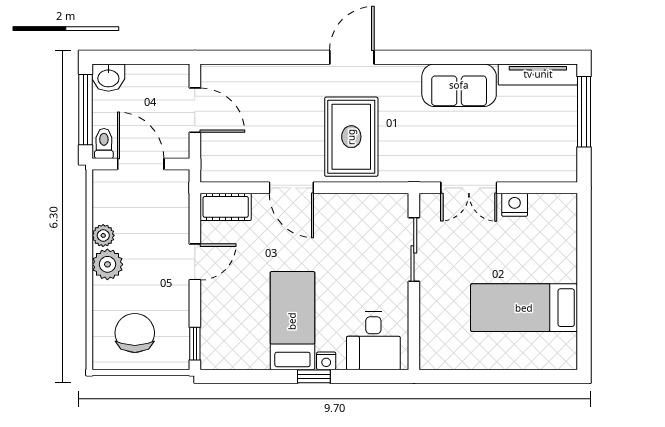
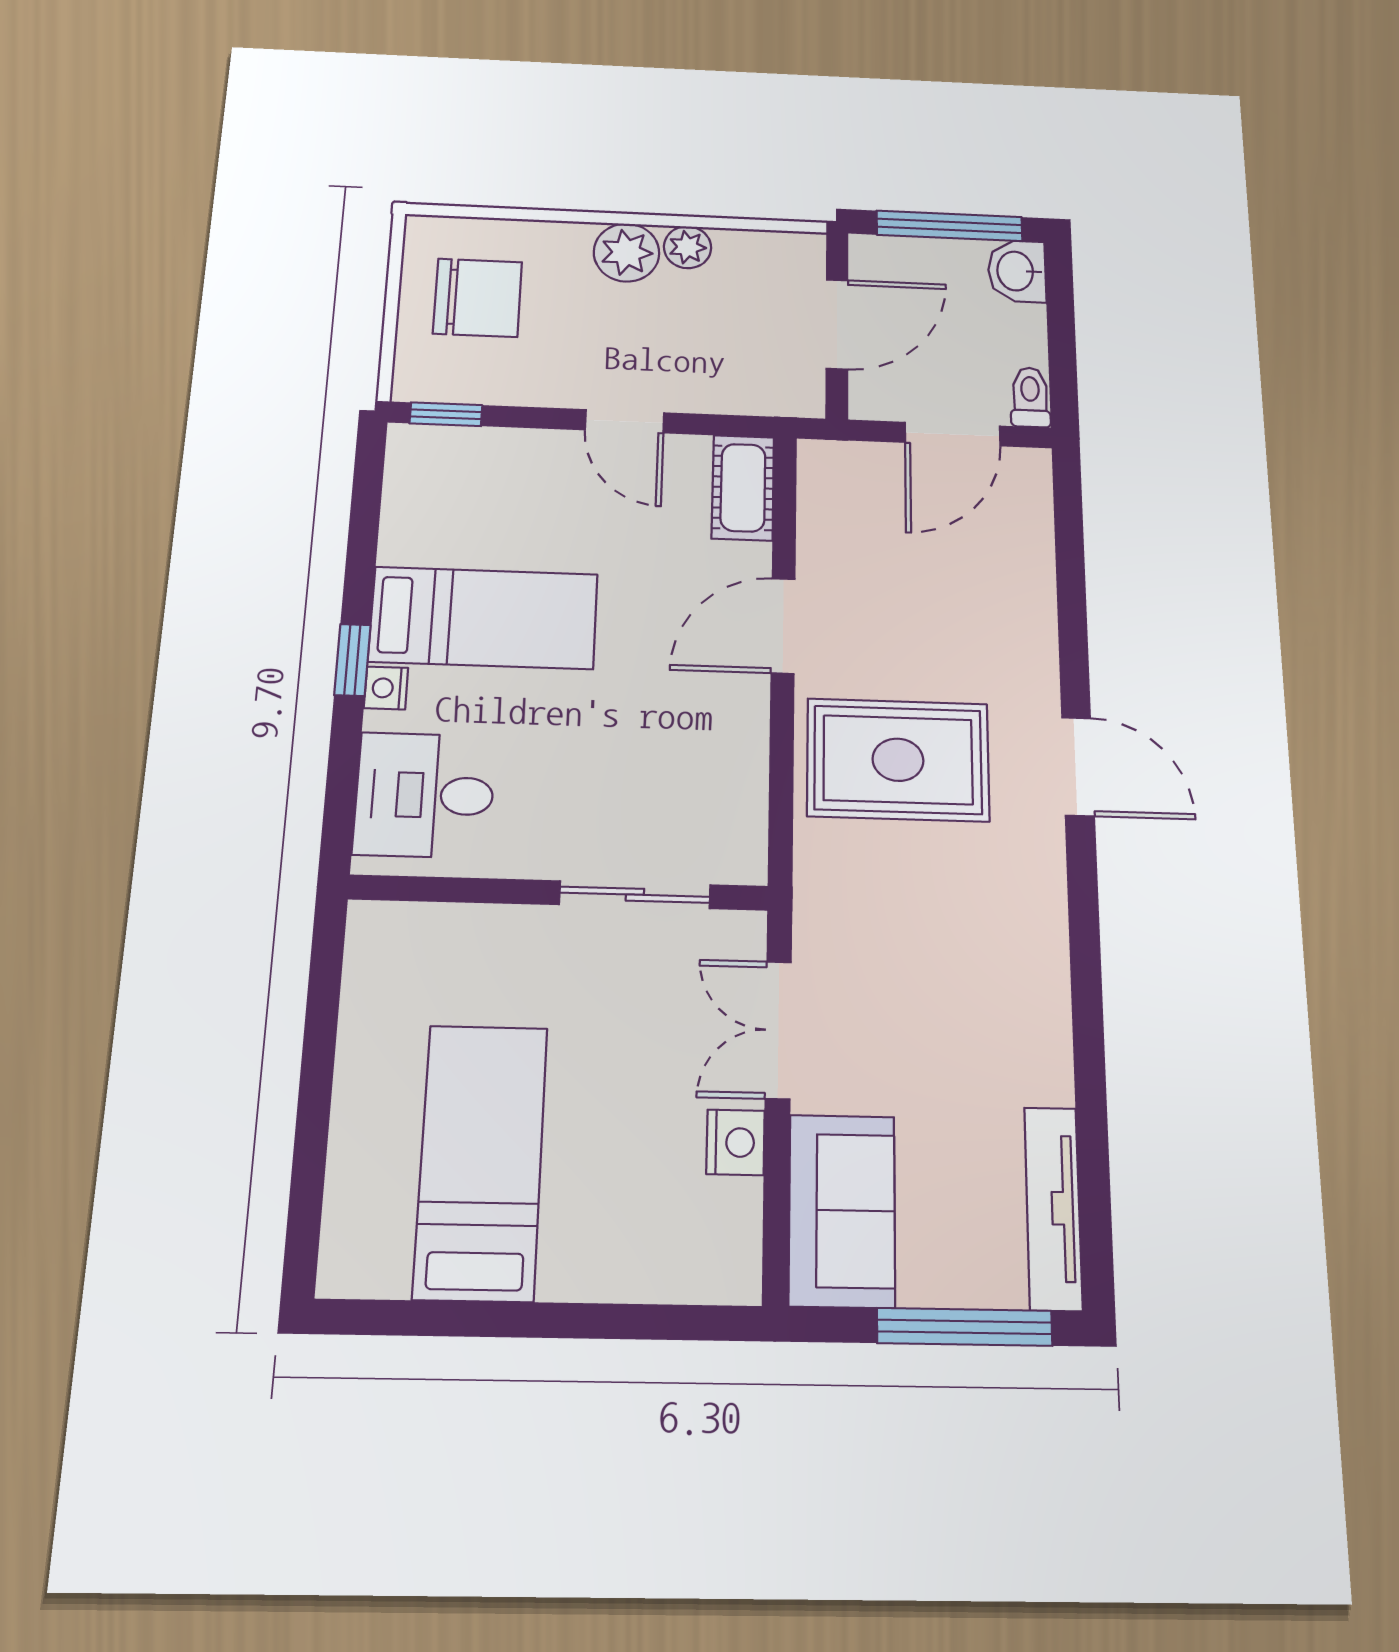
sofa: (459, 85) -> (842, 1210), moved, turned 180
toilet: (104, 144) -> (1030, 397), moved, turned -90

